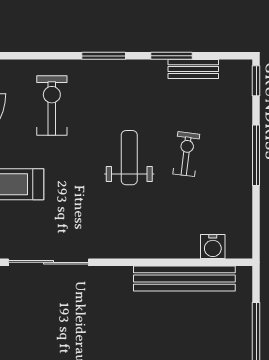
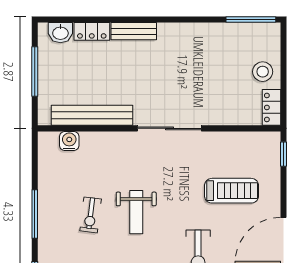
sliding door: (49, 262) -> (169, 128), moved

